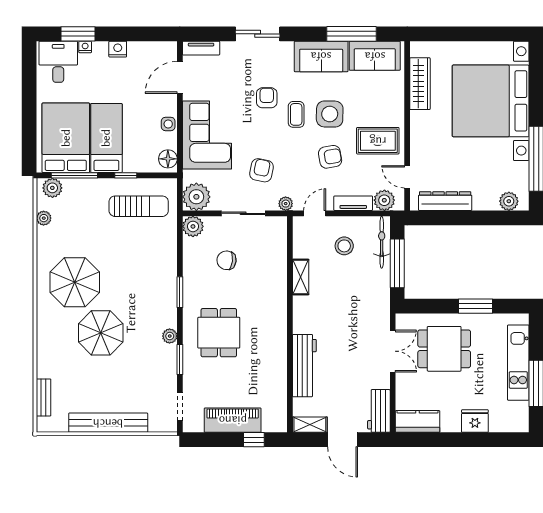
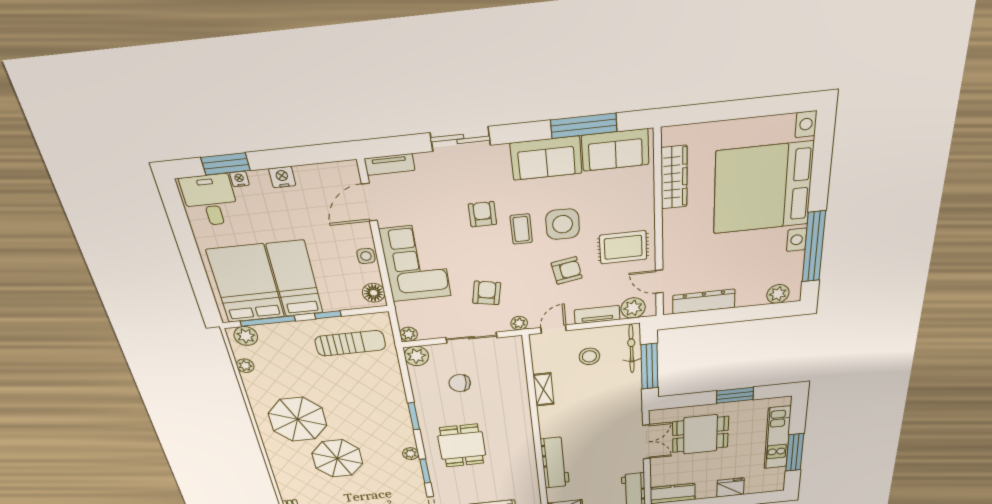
plant: (196, 197) -> (409, 334), width x0.53, depth x0.53

